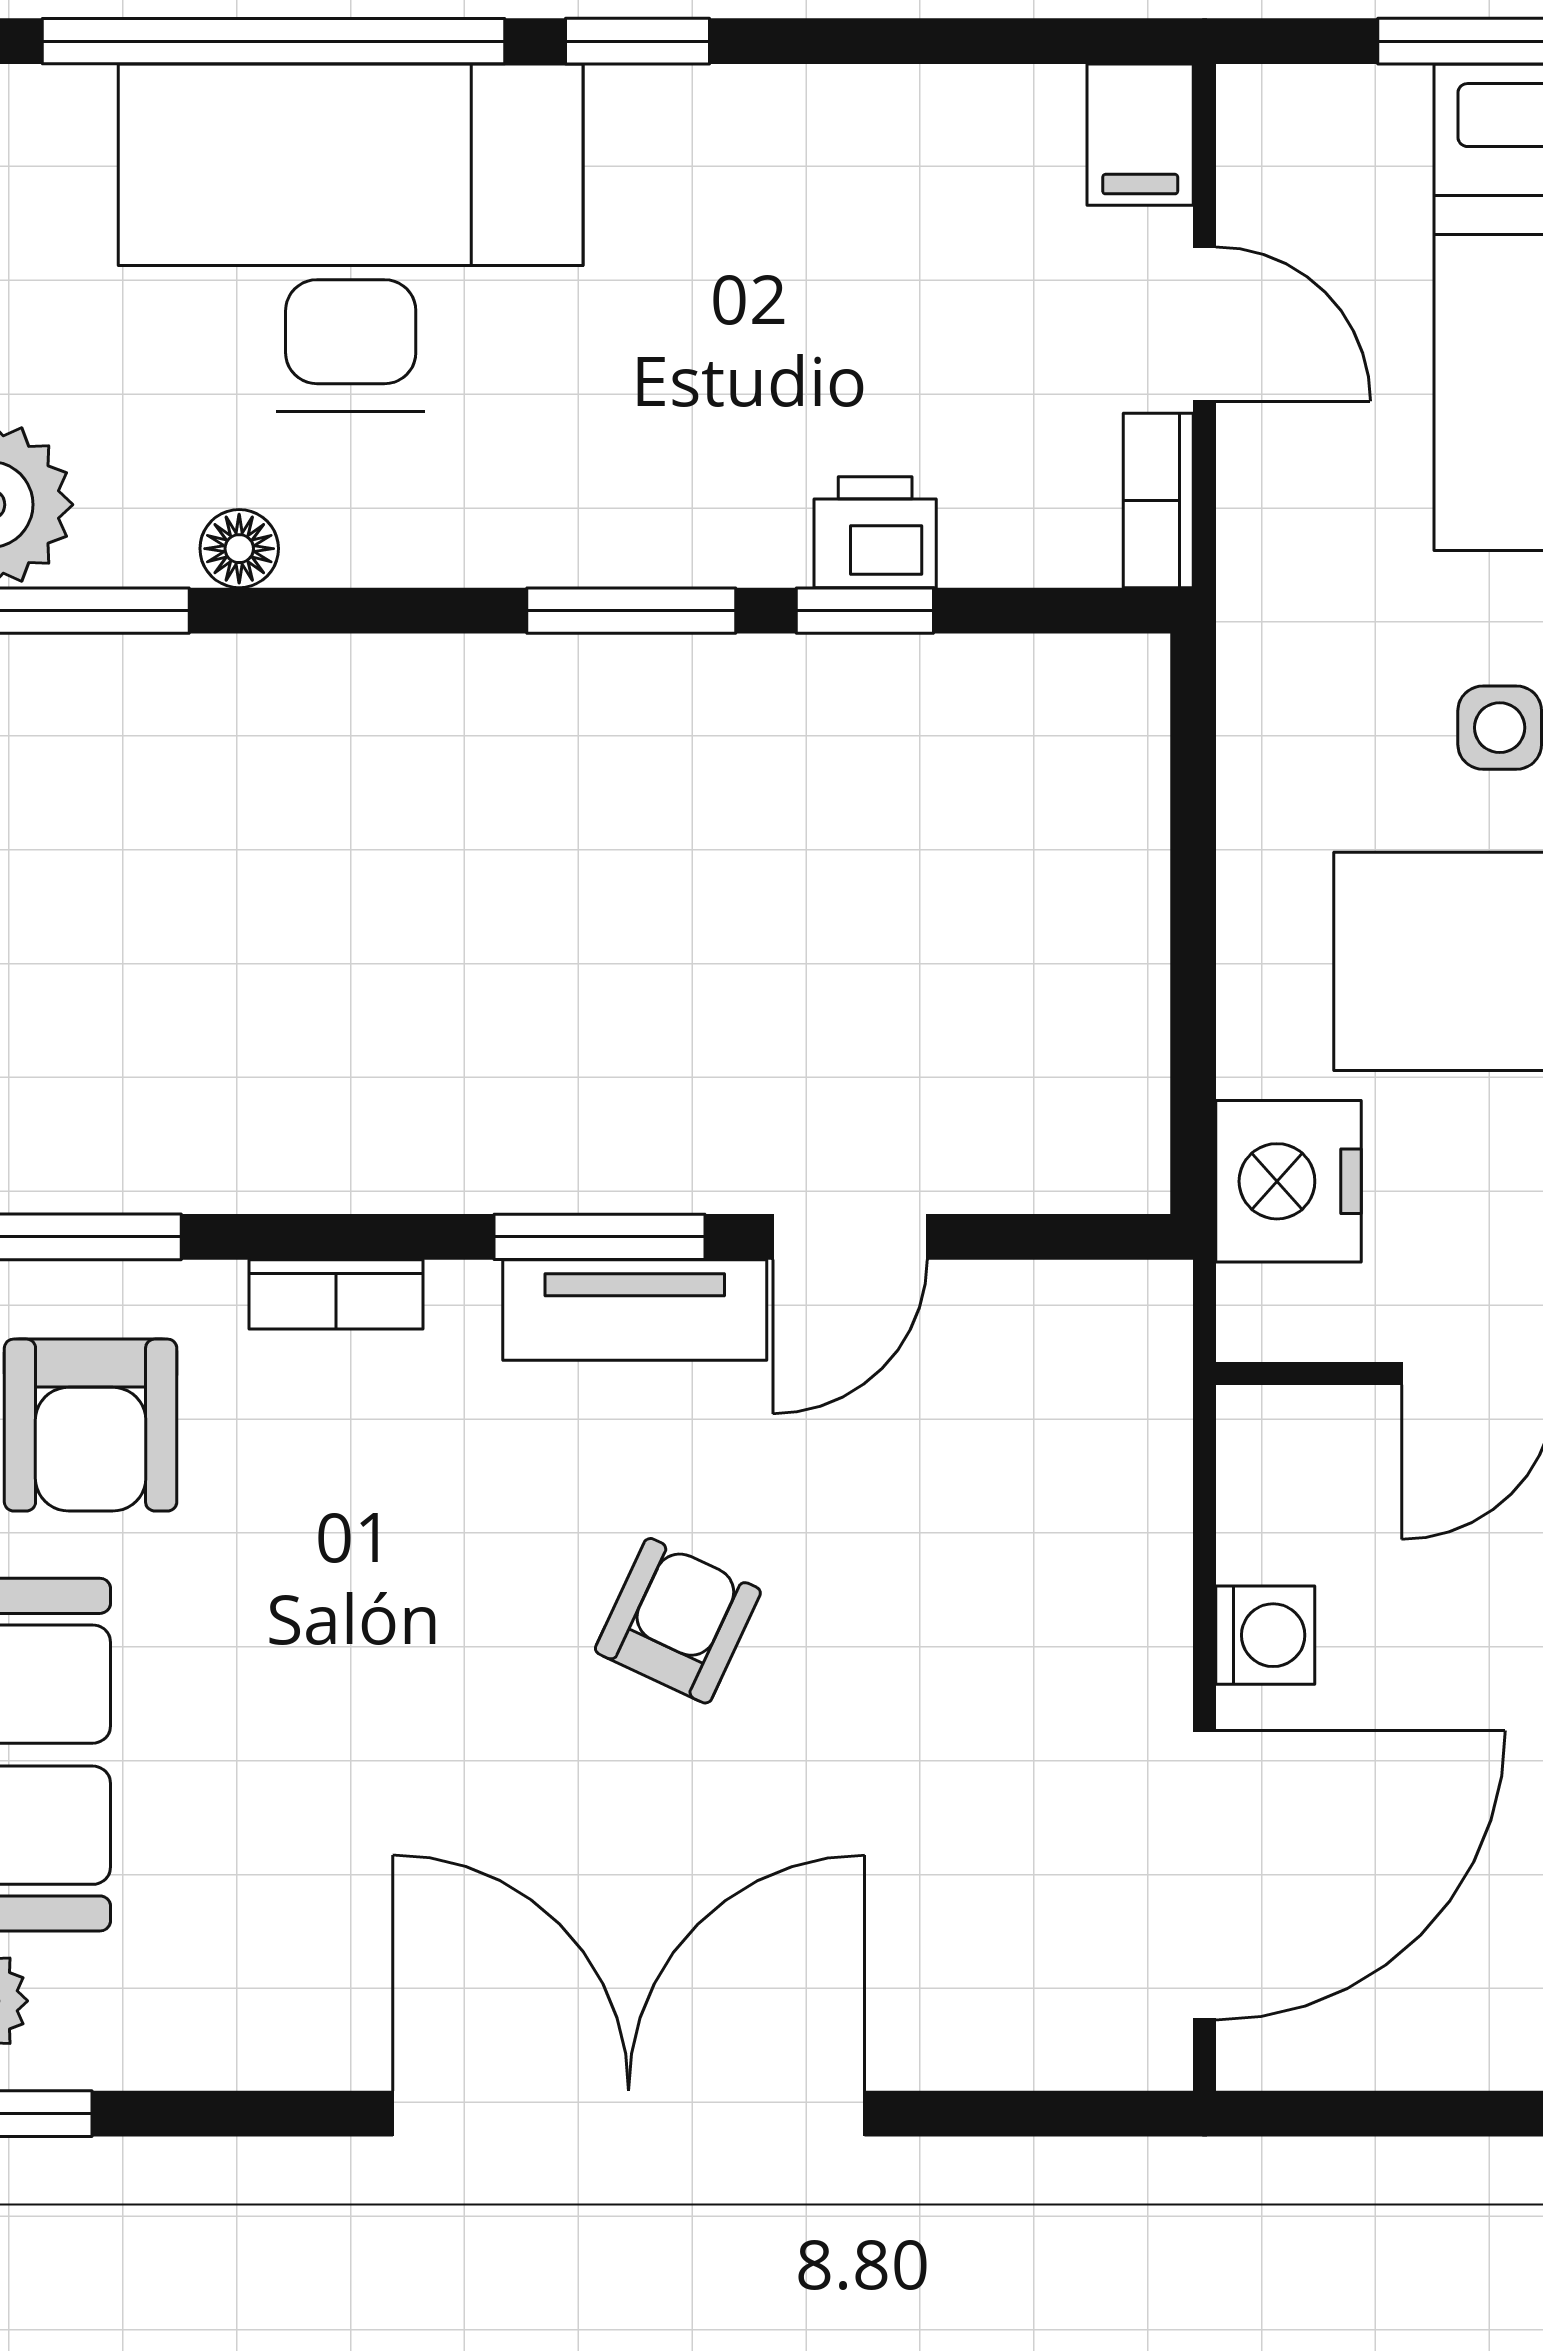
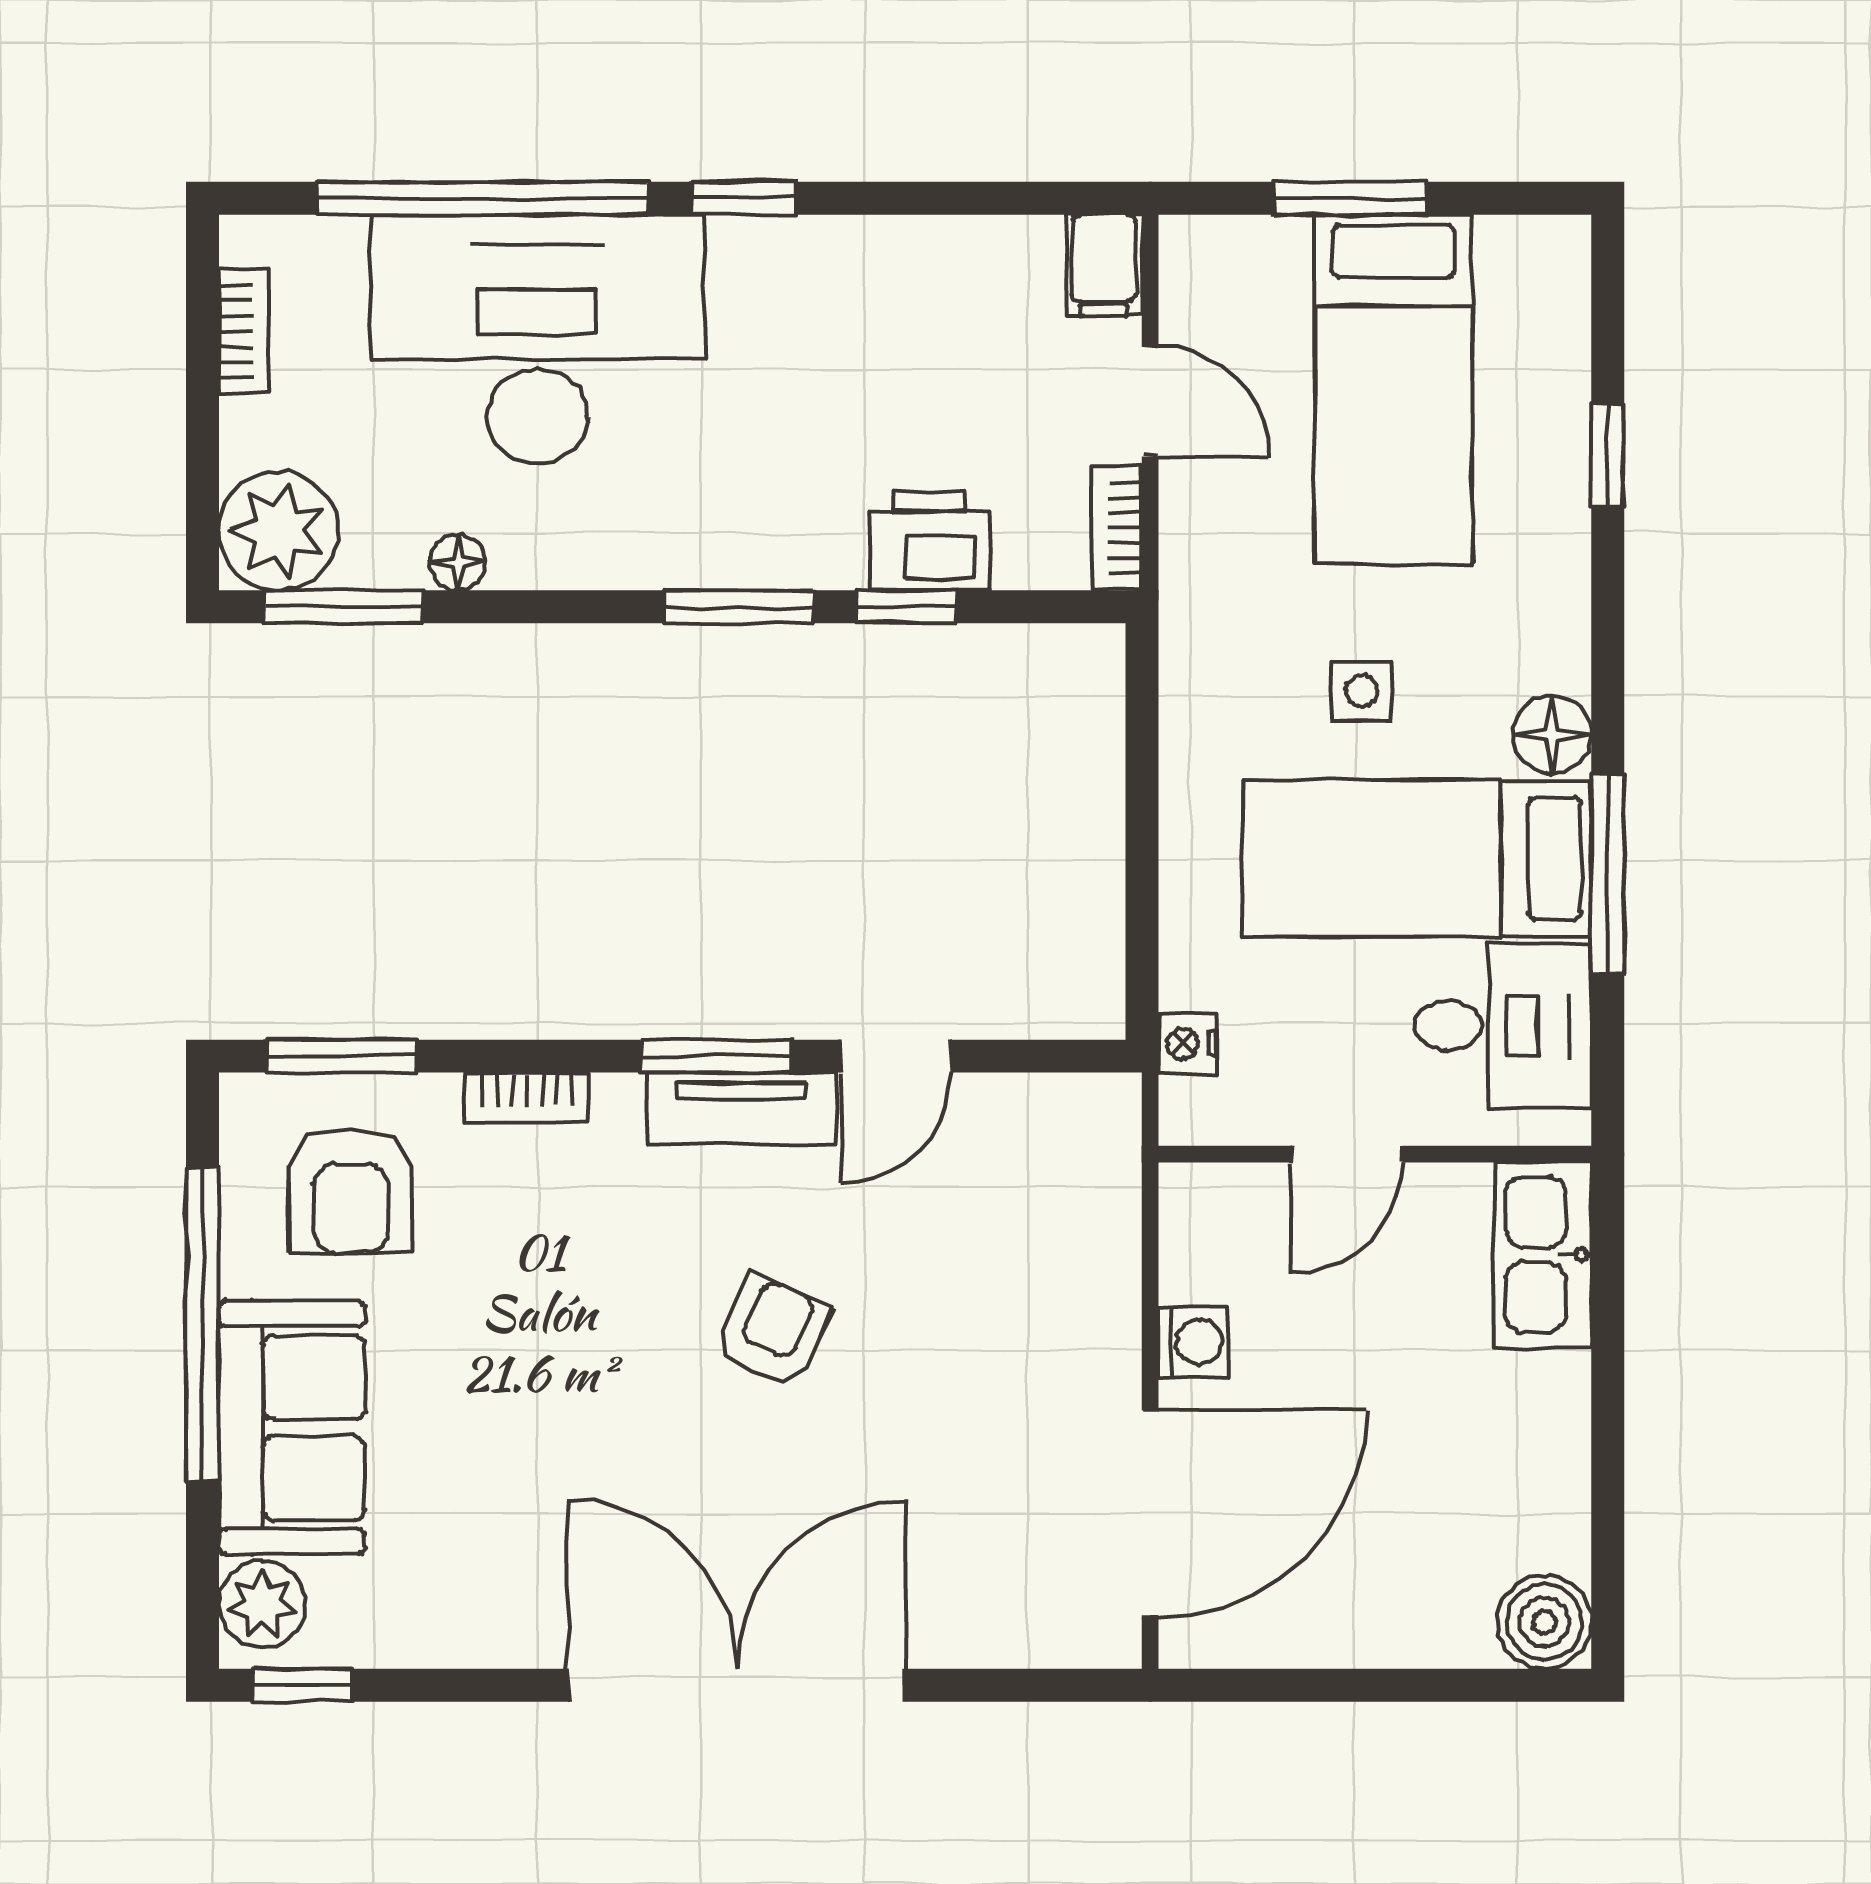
printer: (875, 532) -> (930, 541), width x1.36, depth x1.24
nightstand: (1289, 1181) -> (1187, 1044), width x0.53, depth x0.56

